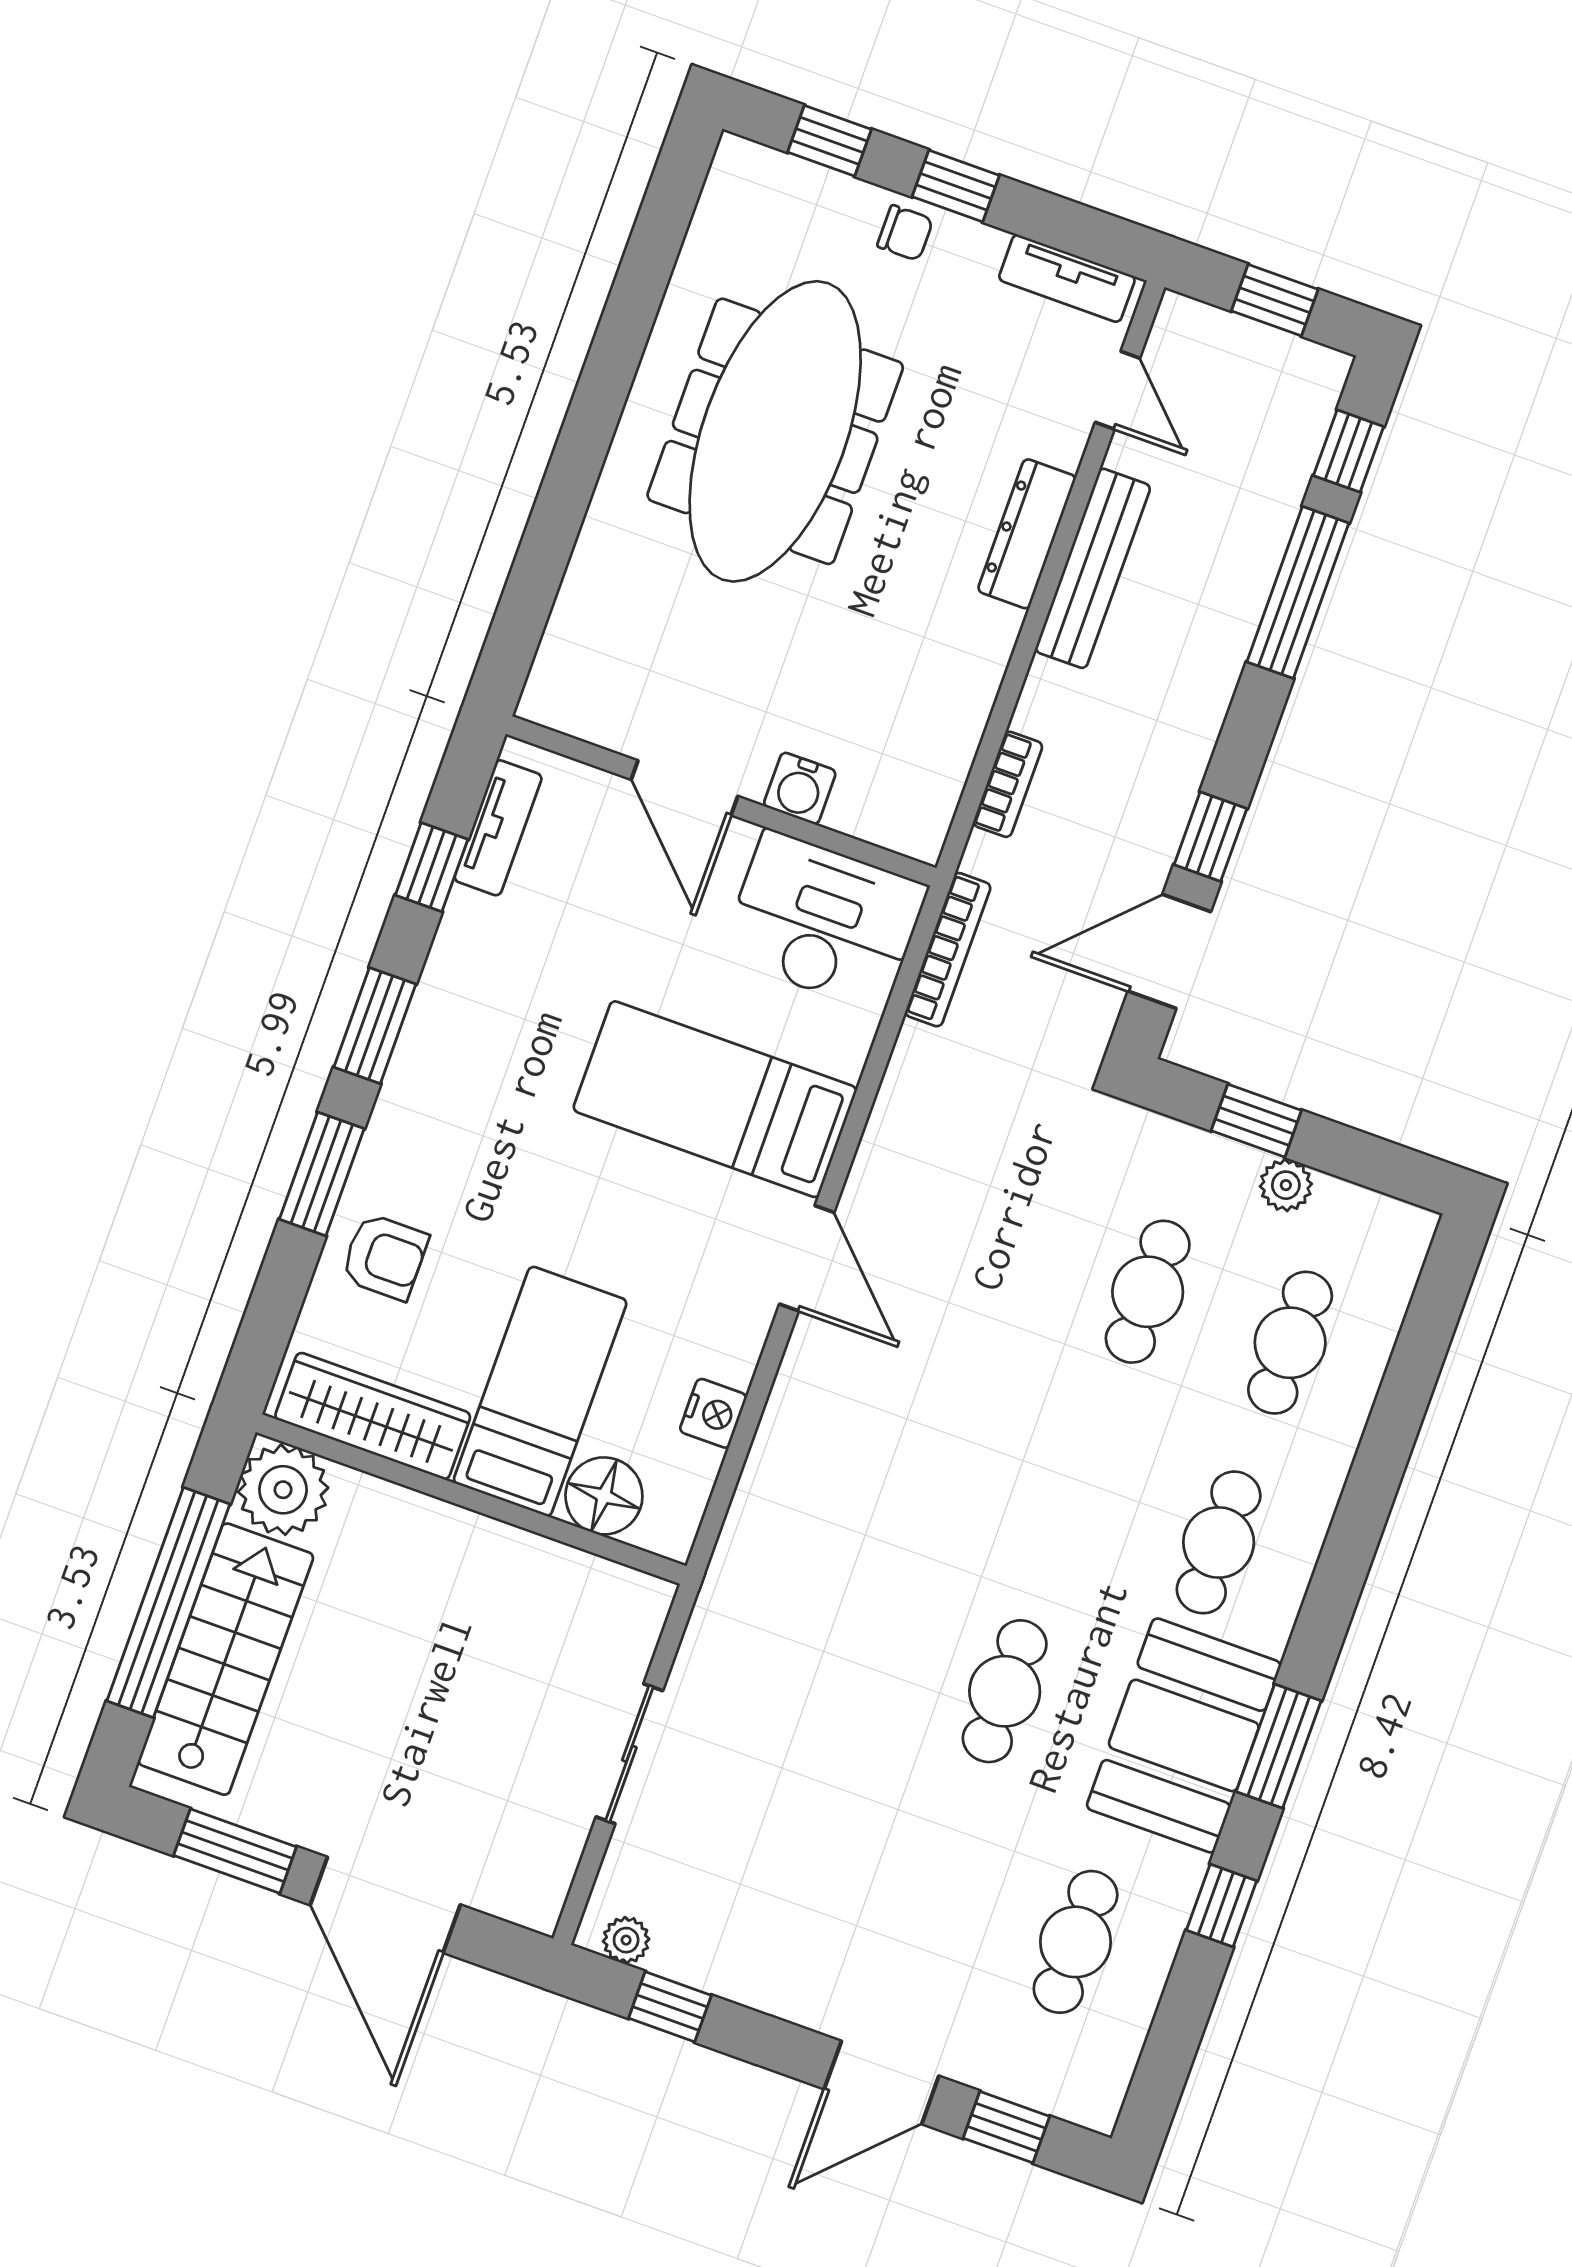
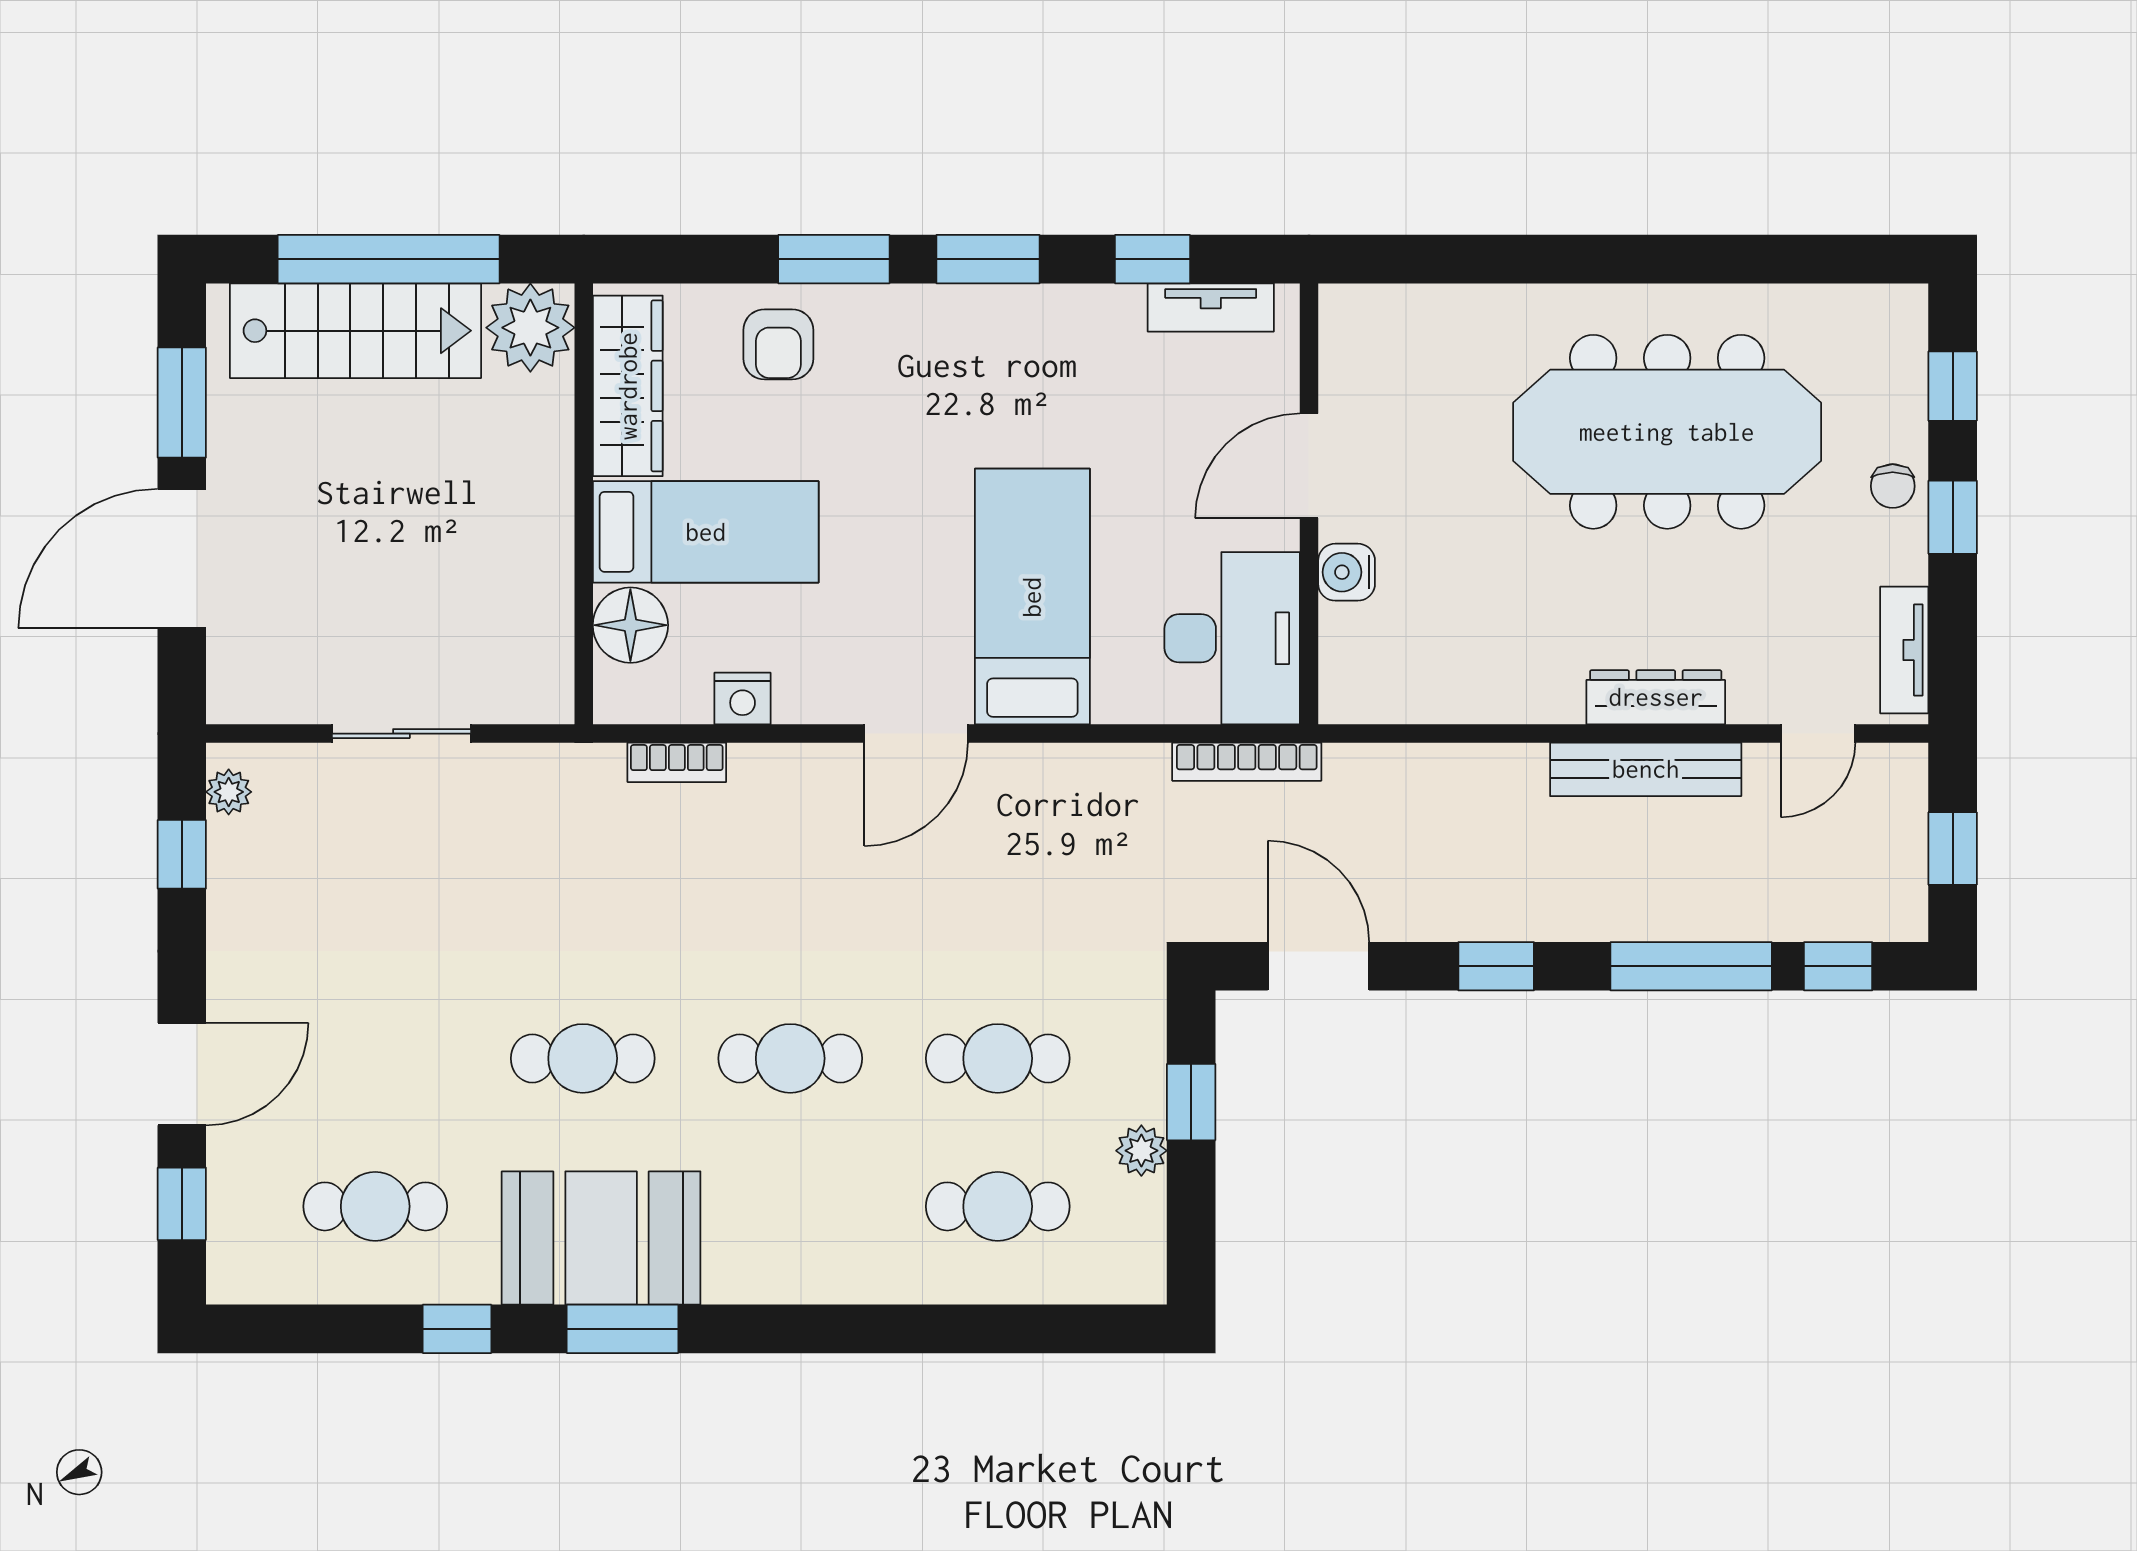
bookcase: (1008, 784) -> (677, 762), moved
window: (1210, 837) -> (1496, 966), moved
cafe table: (1219, 1542) -> (790, 1058), moved
door: (882, 2083) -> (182, 1074), swing flipped

